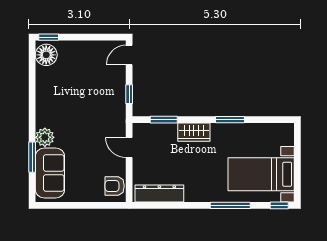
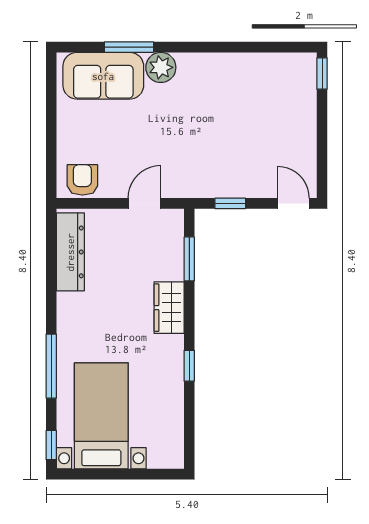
floor lamp: (46, 55) -> (294, 70), removed
window: (230, 120) -> (189, 366), width x0.67

